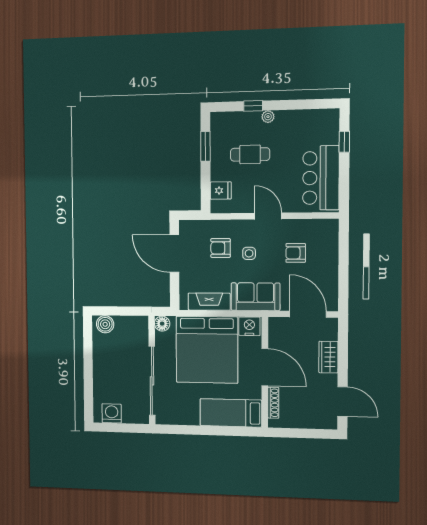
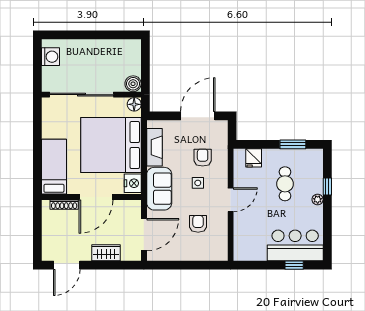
bar counter: (321, 178) -> (295, 245), moved
boiler: (105, 324) -> (133, 84), moved

